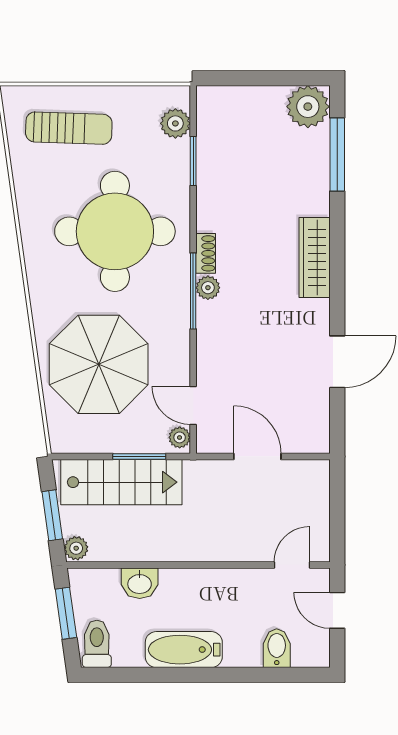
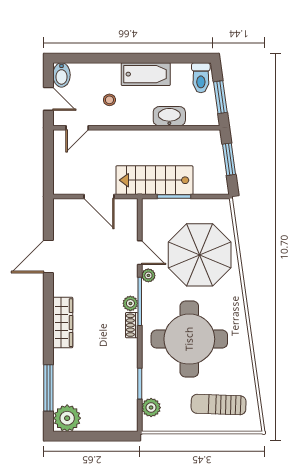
door: (193, 406) -> (140, 253), moved
plant: (180, 437) -> (148, 275), moved
stairs: (121, 482) -> (154, 180), moved
plant: (76, 548) -> (214, 138), removed
washbasin: (140, 583) -> (169, 116), width x1.38
stool: (241, 609) -> (109, 100), added
bidet: (277, 648) -> (62, 75), moved

